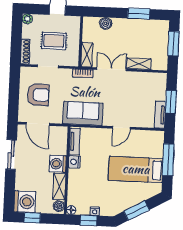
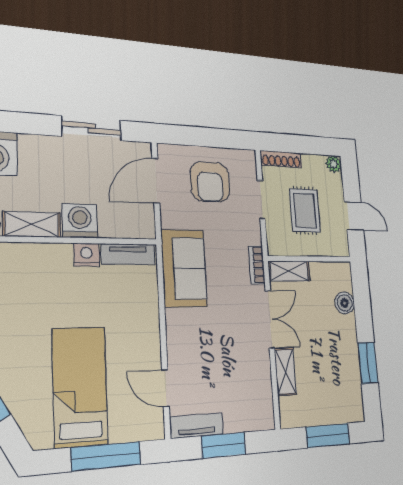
door: (121, 128) -> (166, 388), moved

